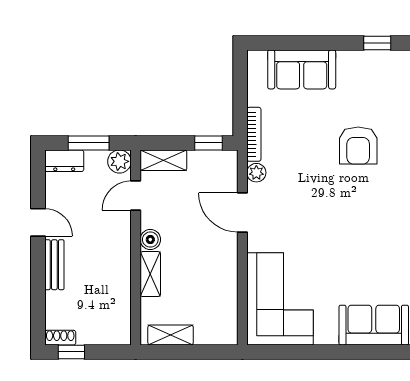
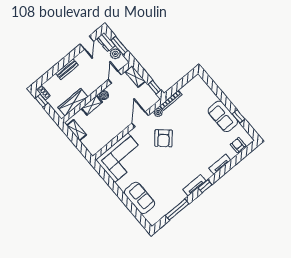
sofa: (302, 69) -> (223, 116), moved
armchair: (358, 146) -> (164, 138), moved, turned -48
plant: (119, 161) -> (115, 54), moved
door: (136, 195) -> (115, 77), hinge flipped
door: (38, 222) -> (87, 43), moved
wardrobe: (118, 301) -> (73, 102), added

